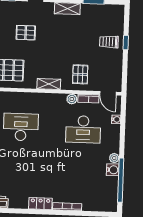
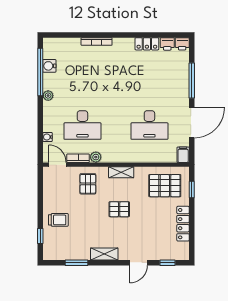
pallet: (26, 33) -> (119, 209), moved
window: (126, 43) -> (40, 236), moved
desk: (83, 129) -> (82, 125), turned 180
water cooler: (113, 170) -> (49, 66), moved
locker: (40, 204) -> (147, 44), moved

